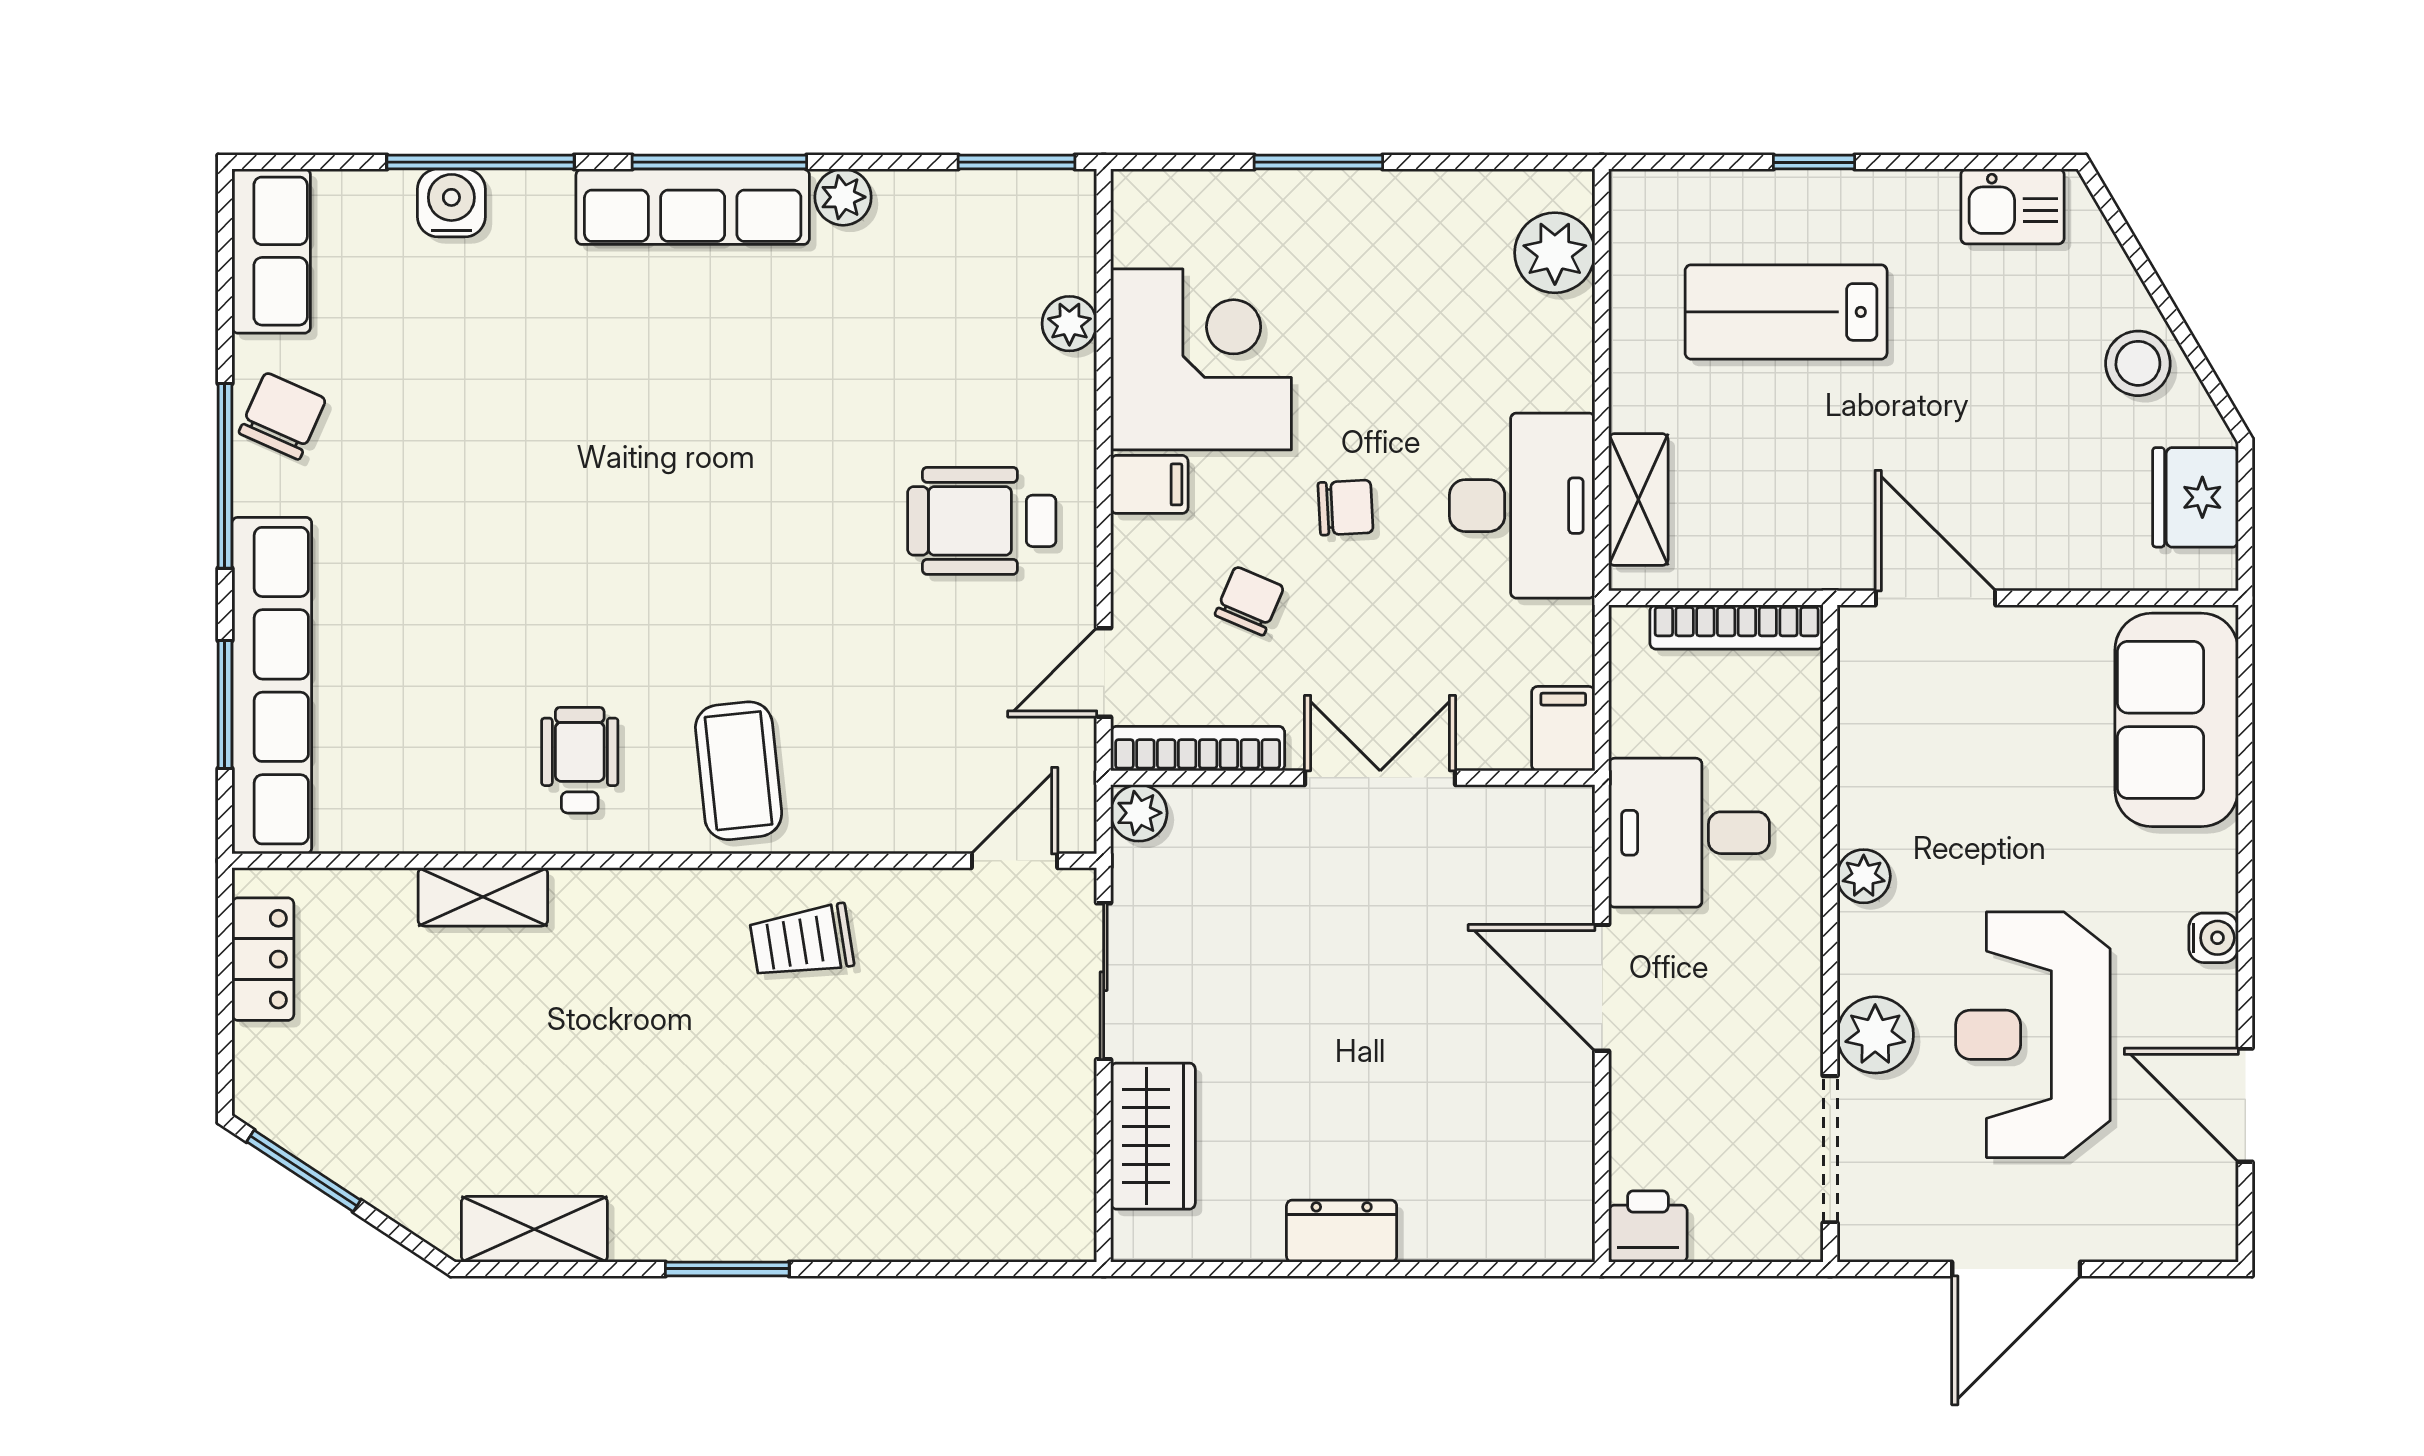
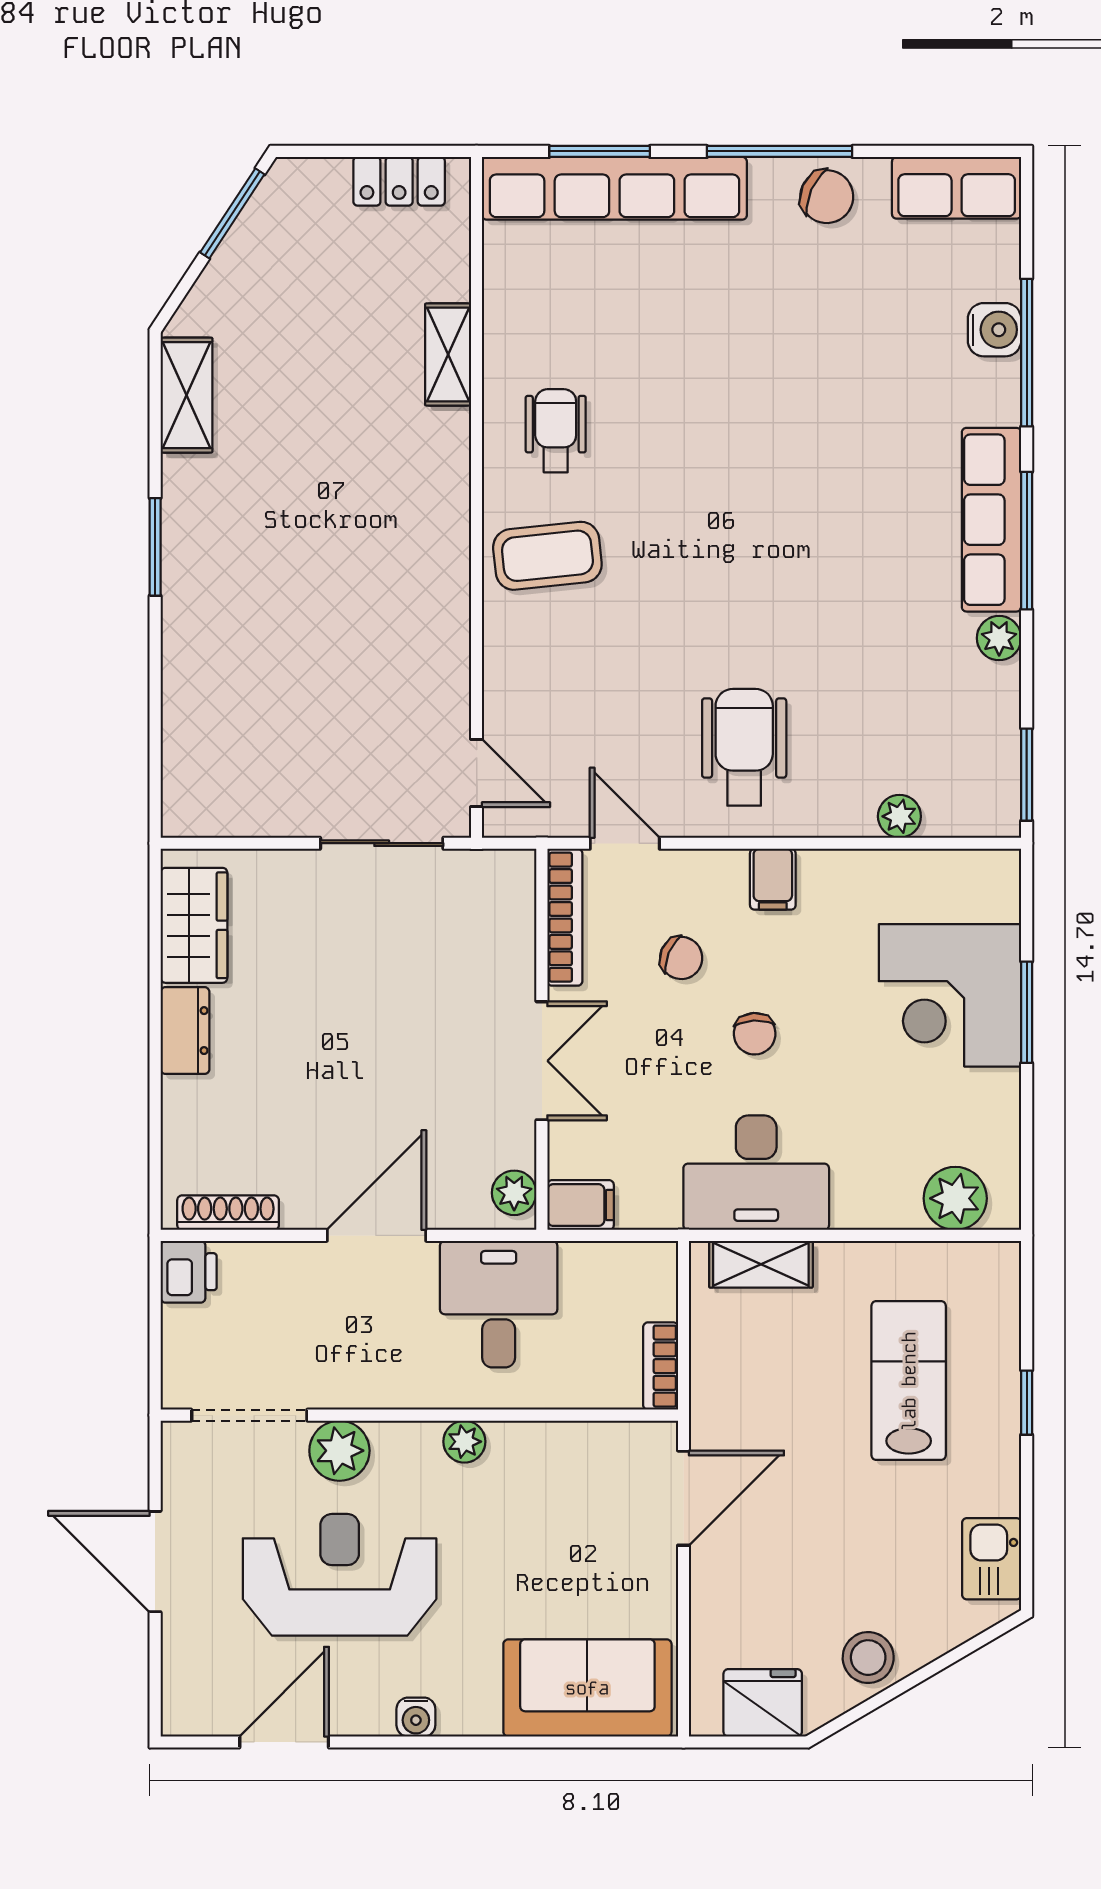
corner desk: (1201, 359) -> (950, 995), moved, turned 90
bookcase: (1737, 627) -> (661, 1366), width x0.64
wheelchair: (580, 760) -> (556, 431), turned -90
plant: (1139, 813) -> (514, 1193), moved
trolley: (802, 942) -> (413, 606), removed
wardrobe: (1153, 1136) -> (194, 925), moved, turned -90
shoe rack: (1573, 1176) -> (228, 1213), added

